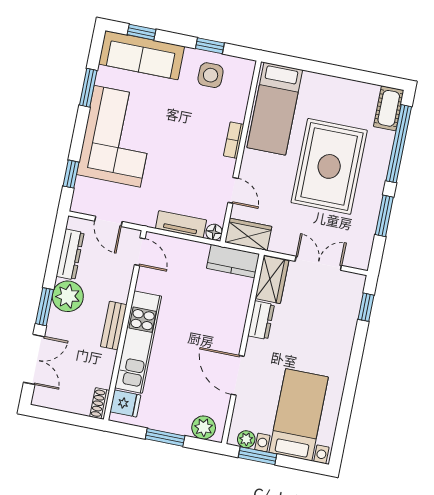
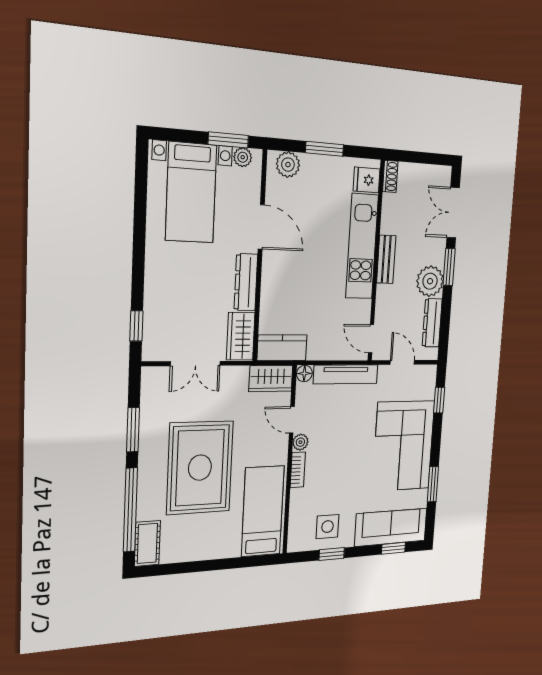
plant: (227, 167) -> (300, 442), added
tv unit: (181, 224) -> (346, 374), width x1.41
dresser: (261, 320) -> (246, 282), width x1.44

